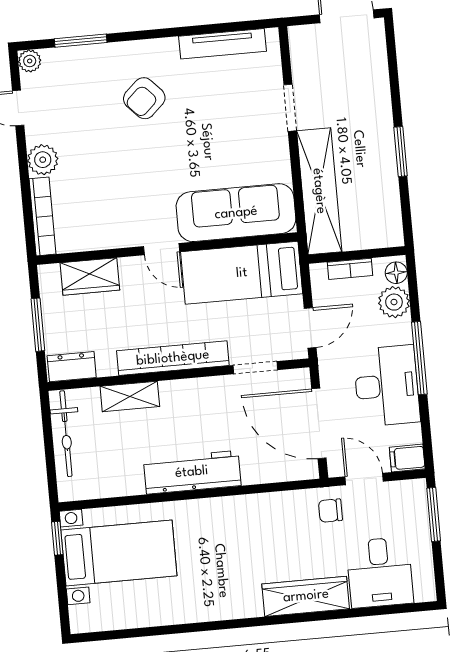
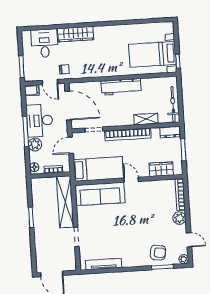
armchair: (144, 98) -> (158, 253), moved, turned 52
plant: (394, 302) -> (35, 145), moved

